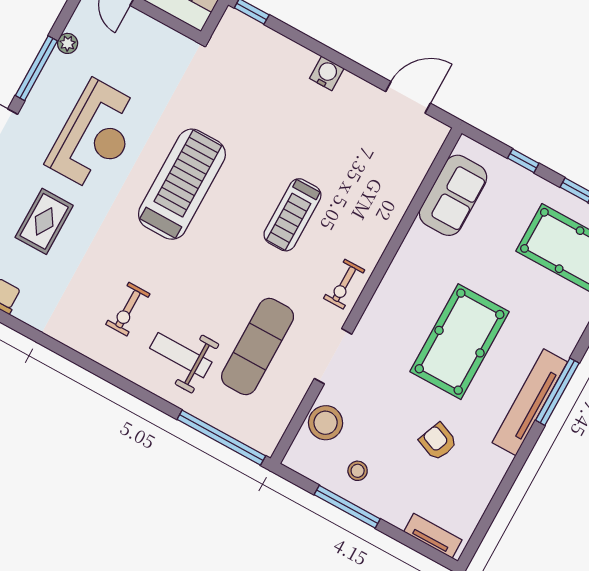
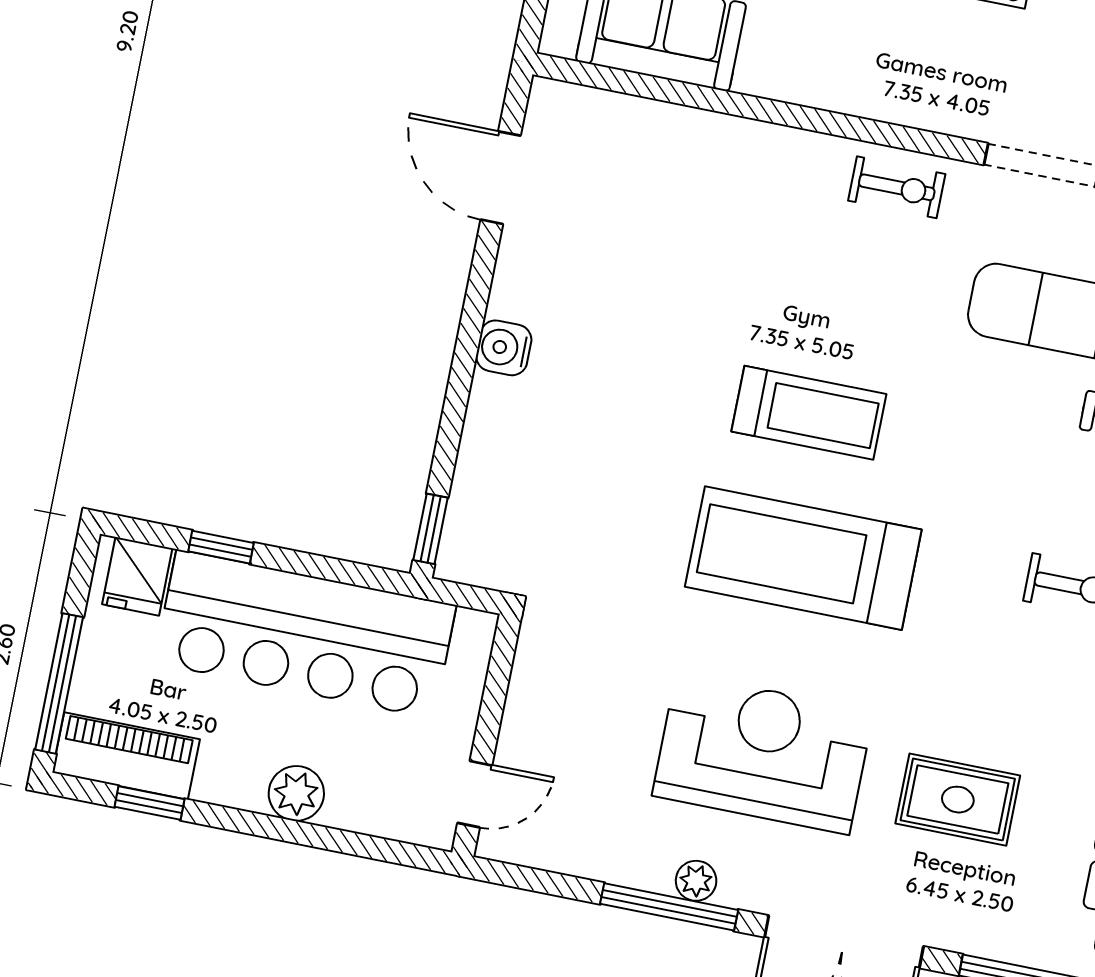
plant: (68, 43) -> (696, 881), moved
treadmill: (292, 215) -> (809, 413), moved

